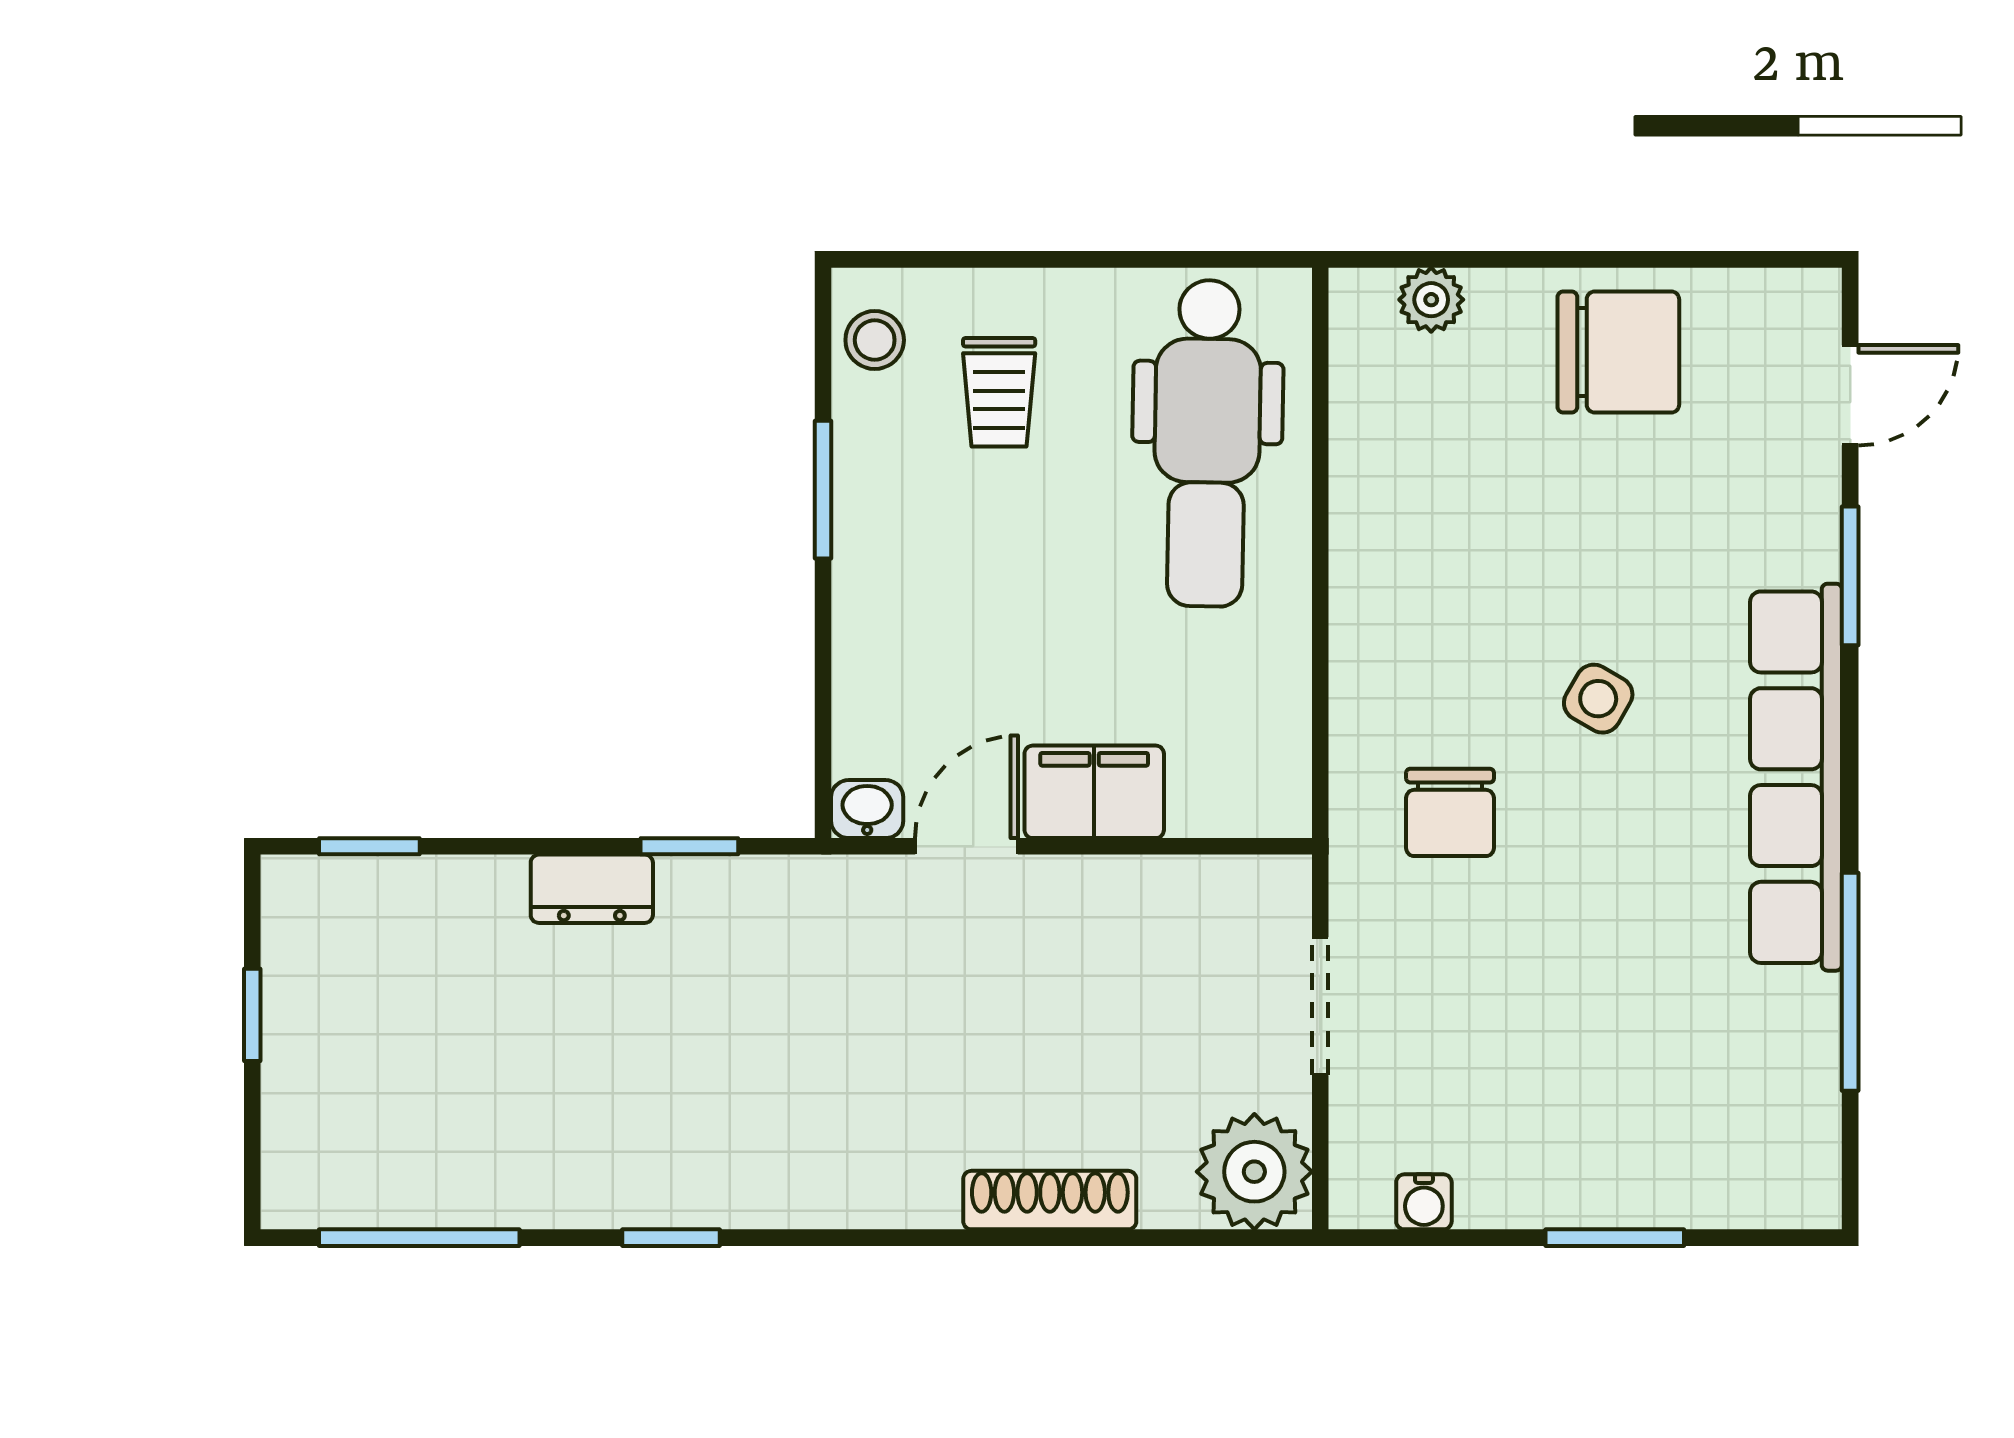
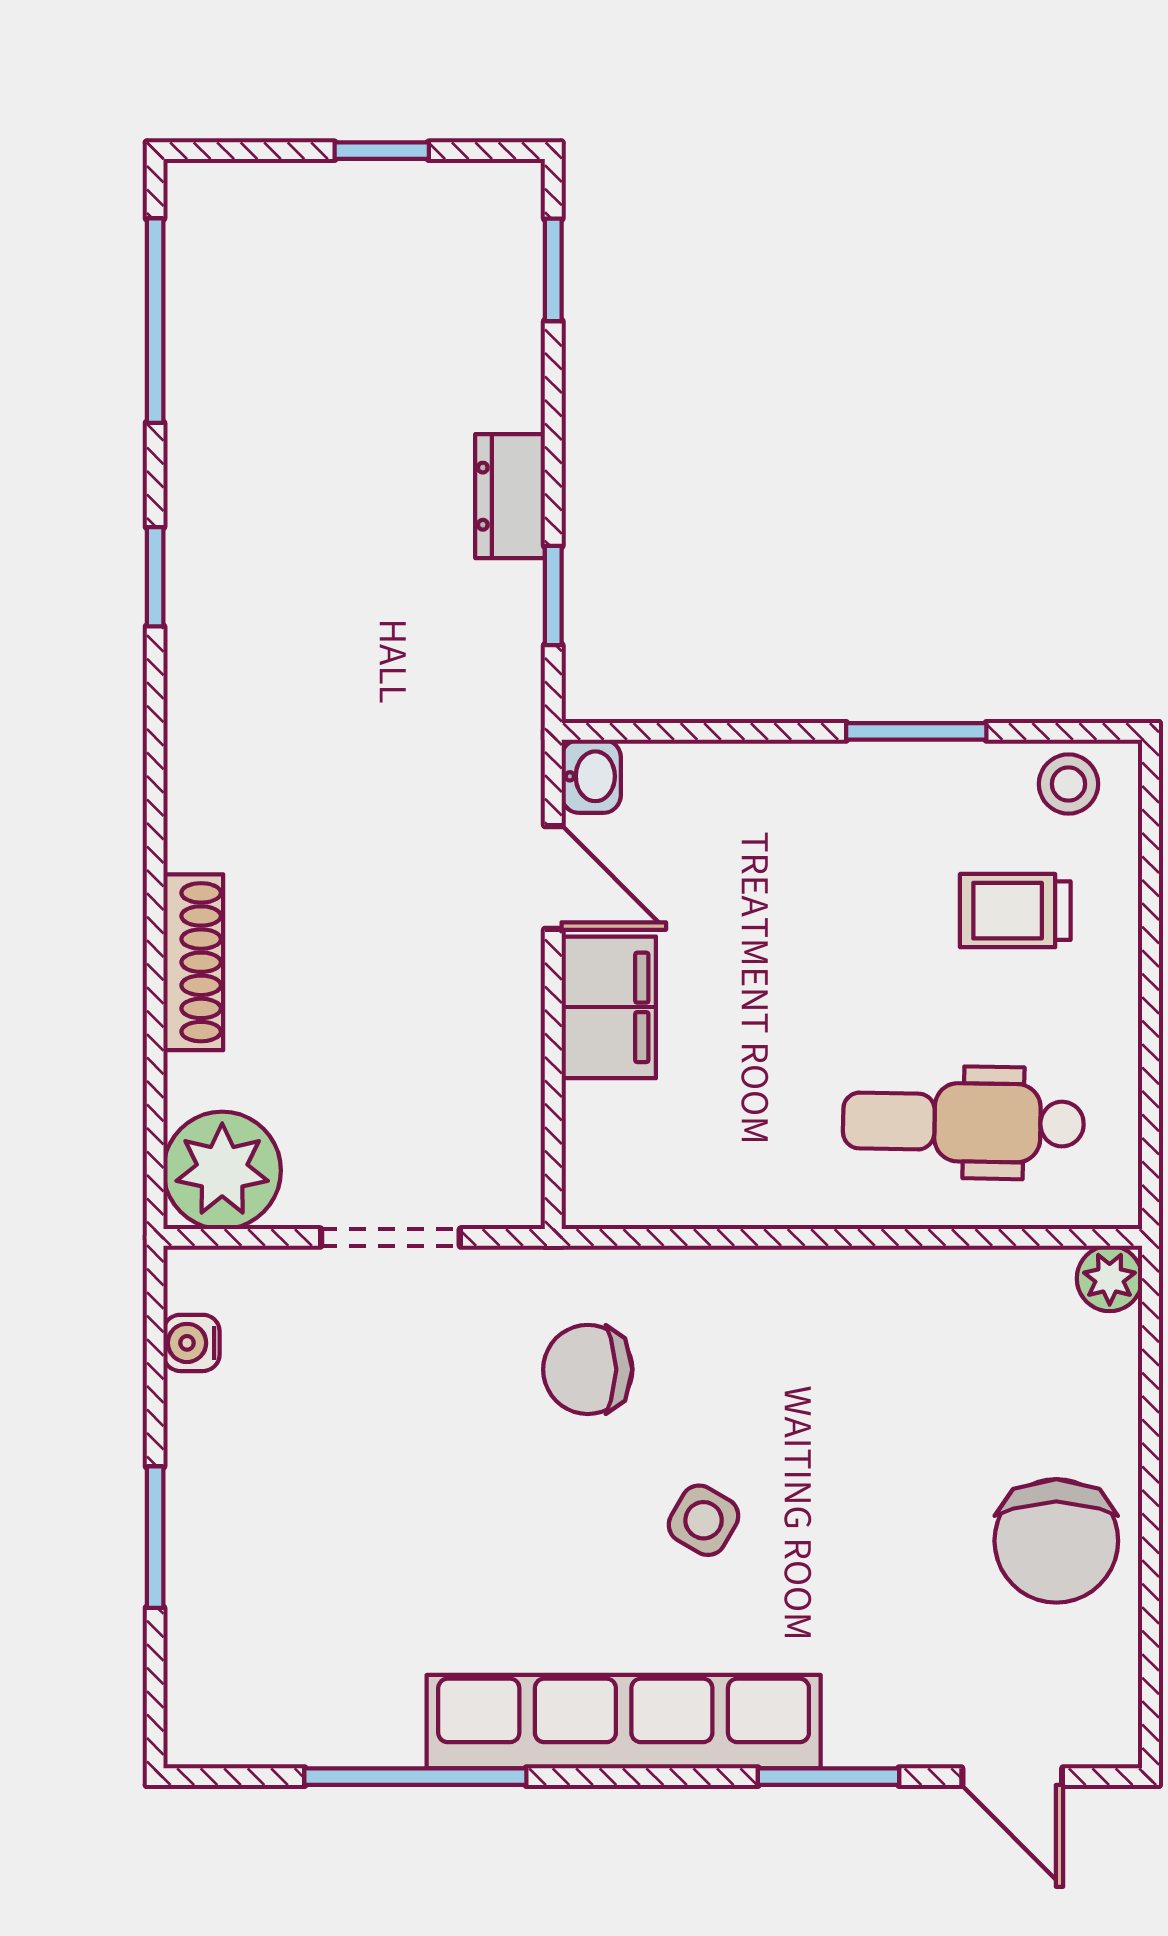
plant: (1431, 300) -> (1110, 1278), moved
dental chair: (1207, 443) -> (963, 1122), width x0.73, depth x0.72

